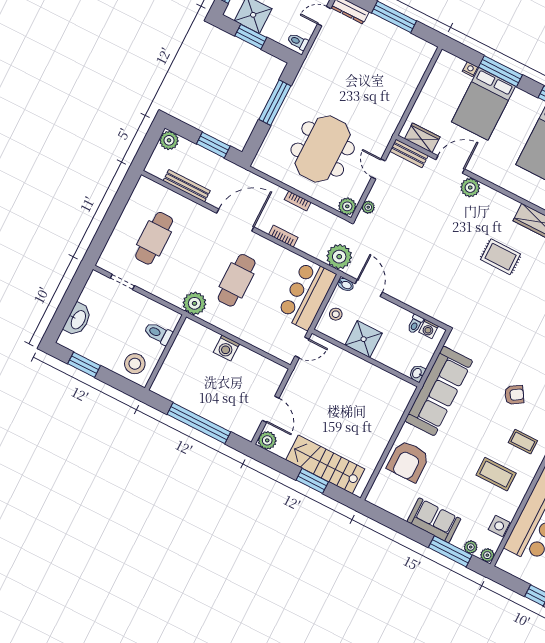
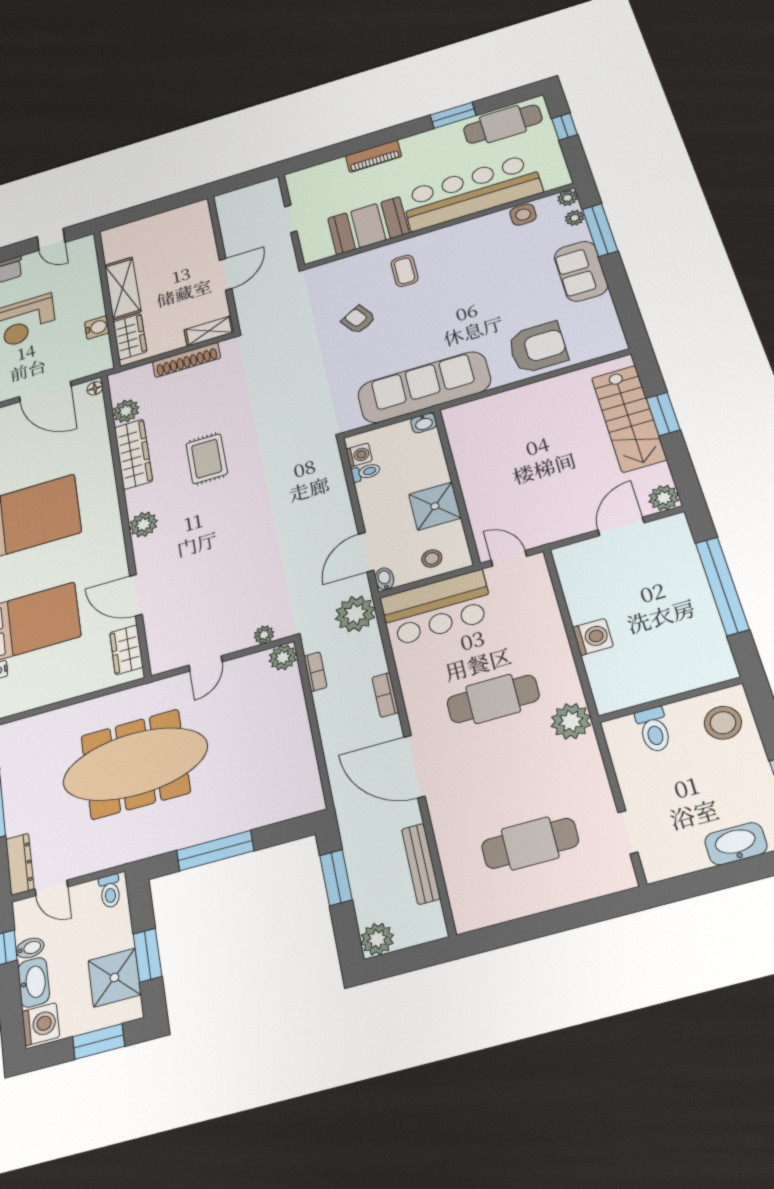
meeting table: (323, 149) -> (135, 764), moved, width x1.36
bench: (409, 153) -> (158, 648), removed
plant: (470, 188) -> (143, 524), moved
bookcase: (298, 201) -> (315, 672), moved
coffee table: (496, 474) -> (467, 263), removed

